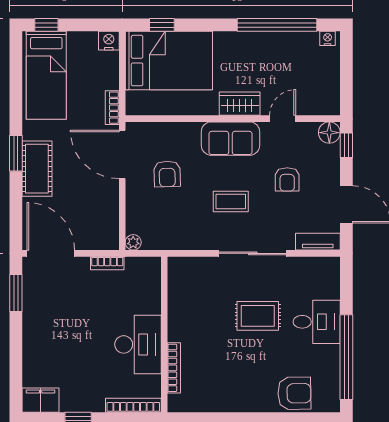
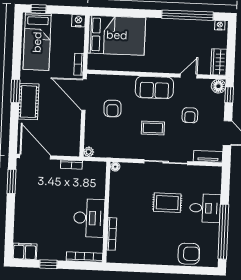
window: (162, 25) -> (113, 12), removed
wardrobe: (240, 104) -> (219, 62), moved, turned -90
floor lamp: (175, 264) -> (115, 167), added

